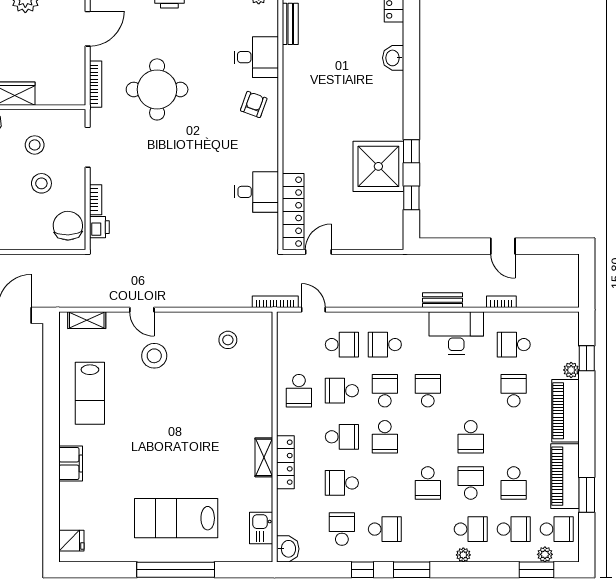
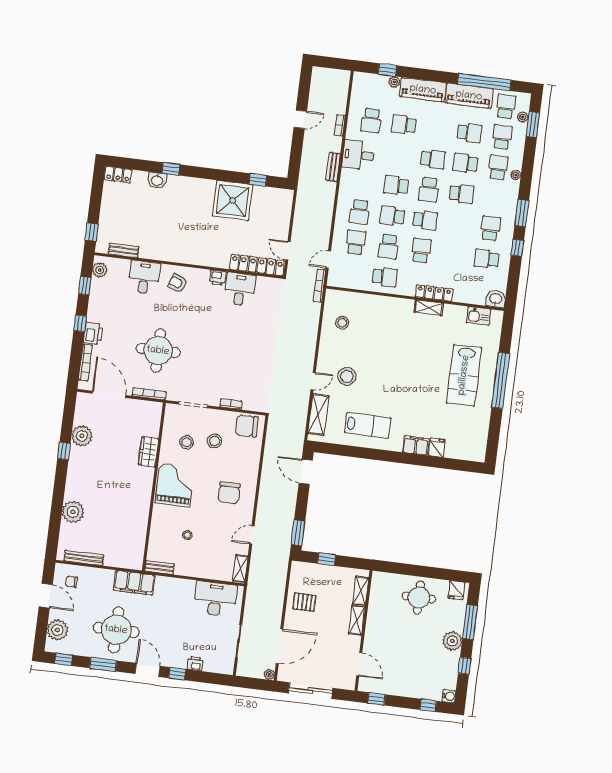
door: (88, 29) -> (109, 394), width x1.36
window: (411, 151) -> (171, 169), moved
printer: (99, 227) -> (218, 278), moved, turned 180
shelving: (87, 320) -> (318, 415), width x1.50, depth x1.33
desk: (456, 333) -> (358, 155), width x0.73
school desk: (342, 483) -> (429, 190), moved
window: (587, 495) -> (484, 82), width x2.11
fridge: (71, 541) -> (437, 448), moved

